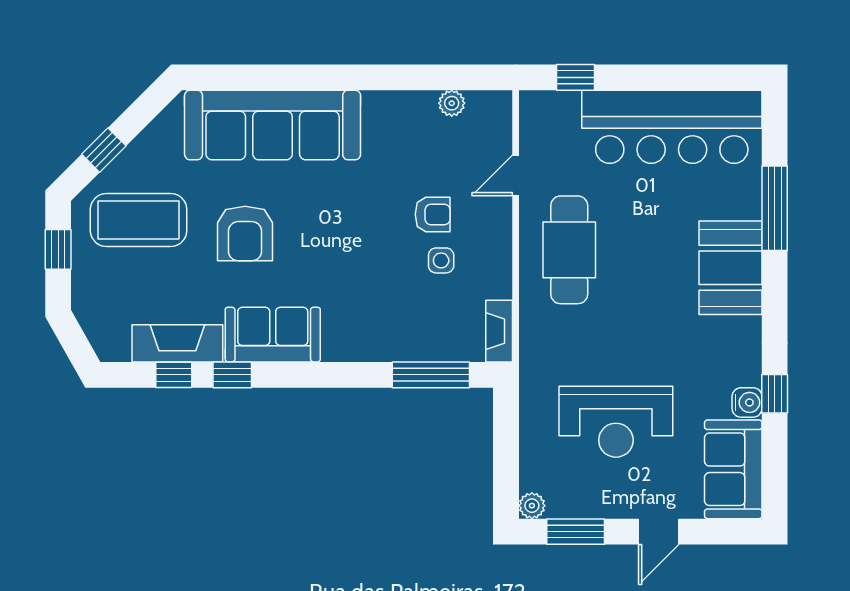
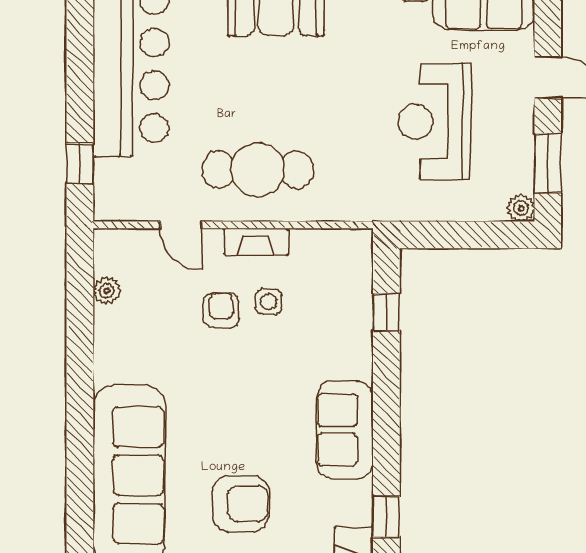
fireplace: (499, 331) -> (256, 242), moved
sofa: (273, 335) -> (345, 430), moved
window: (431, 375) -> (386, 312), width x0.46
reception desk: (616, 422) -> (435, 122), turned 180

